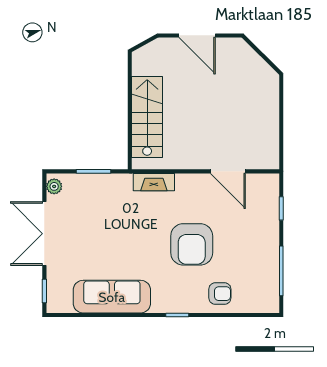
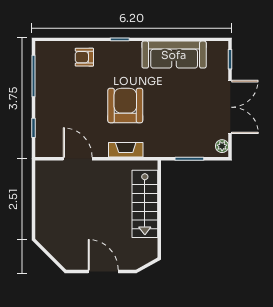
fireplace: (154, 182) -> (126, 150), moved
armchair: (192, 244) -> (125, 106), moved

